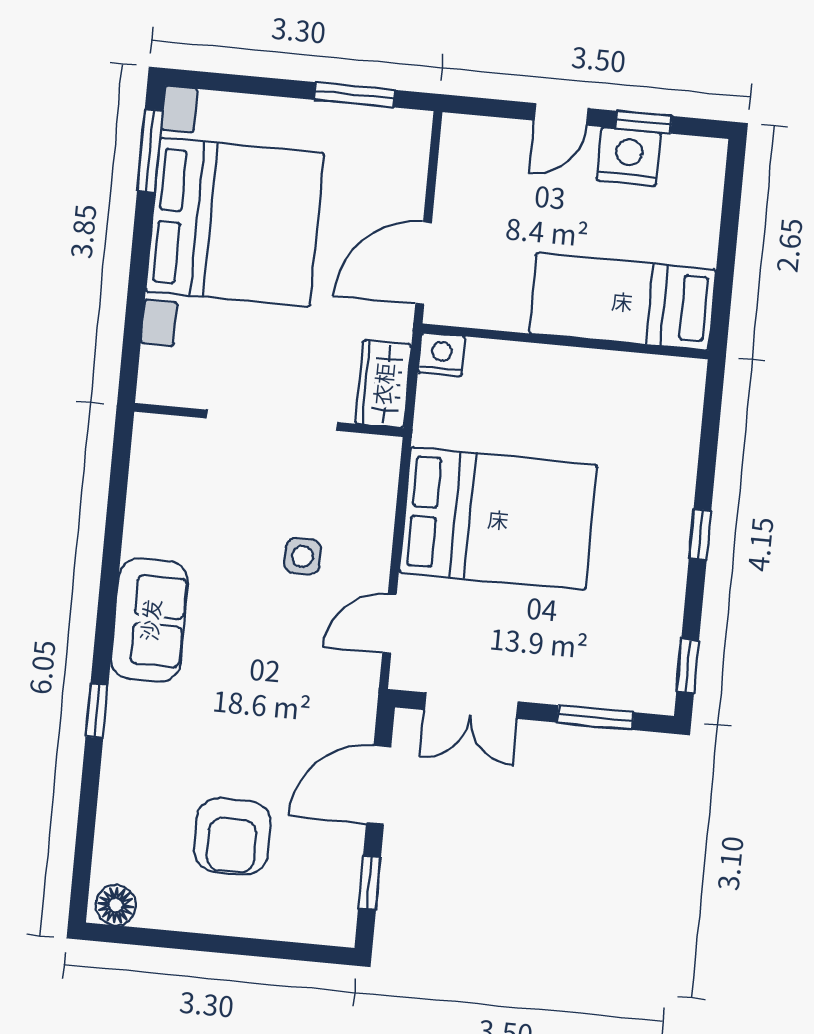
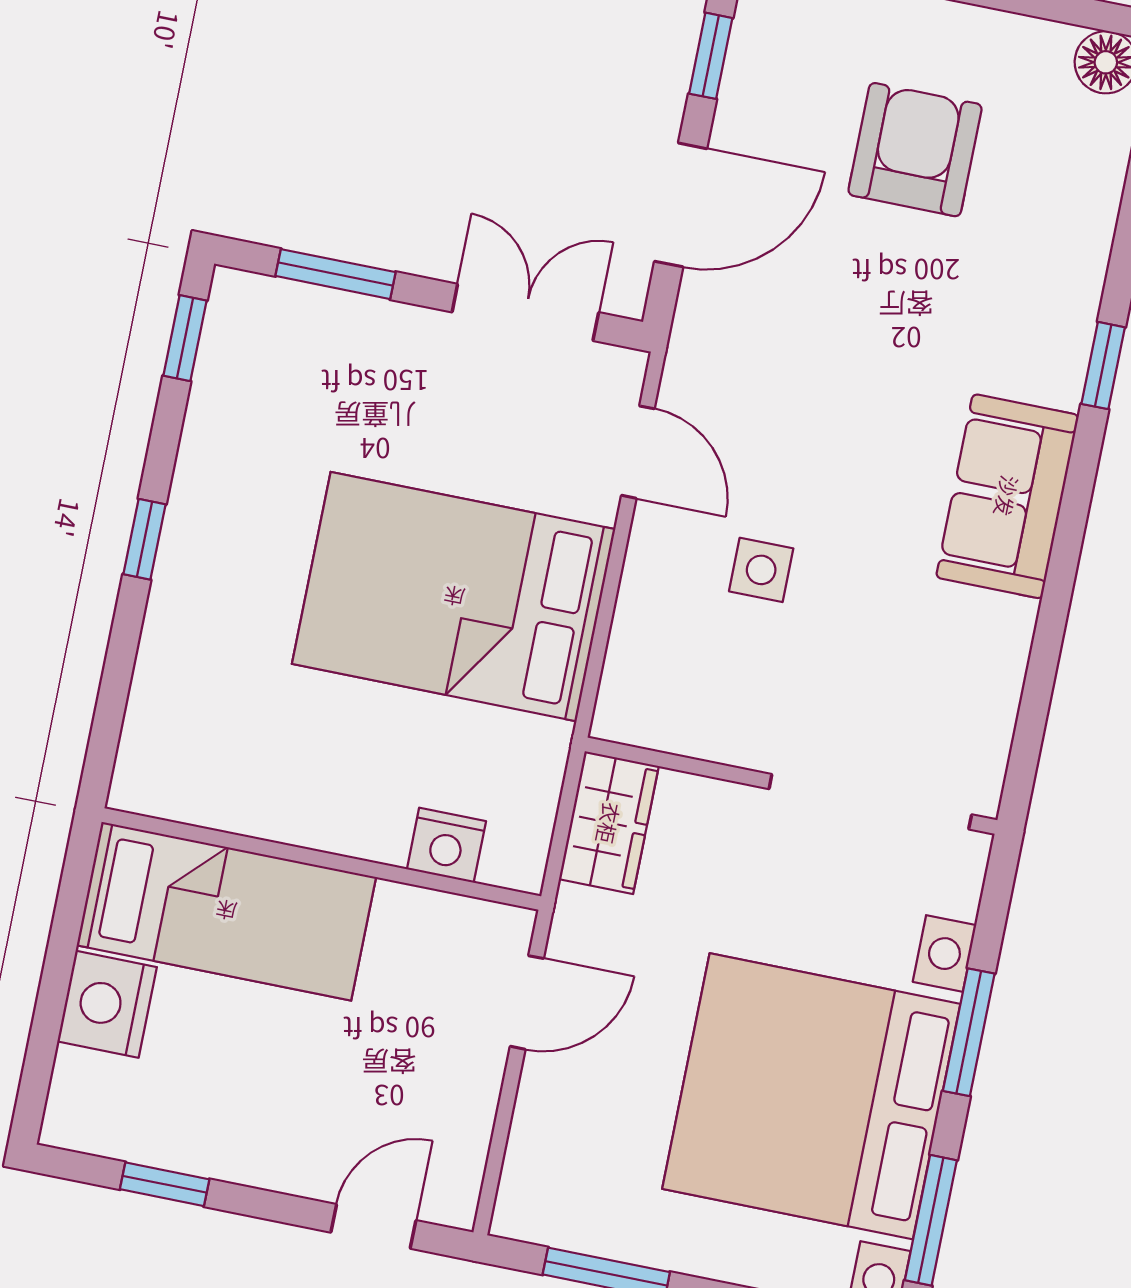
door: (561, 114) -> (373, 1226), moved
nightstand: (629, 157) -> (107, 1004), moved, turned 90
door: (424, 263) -> (527, 1002), width x0.73
window: (138, 274) -> (969, 1032), added
nightstand: (442, 354) -> (446, 845), moved
doorway: (272, 420) -> (870, 802), moved
door: (390, 624) -> (638, 452), hinge flipped

